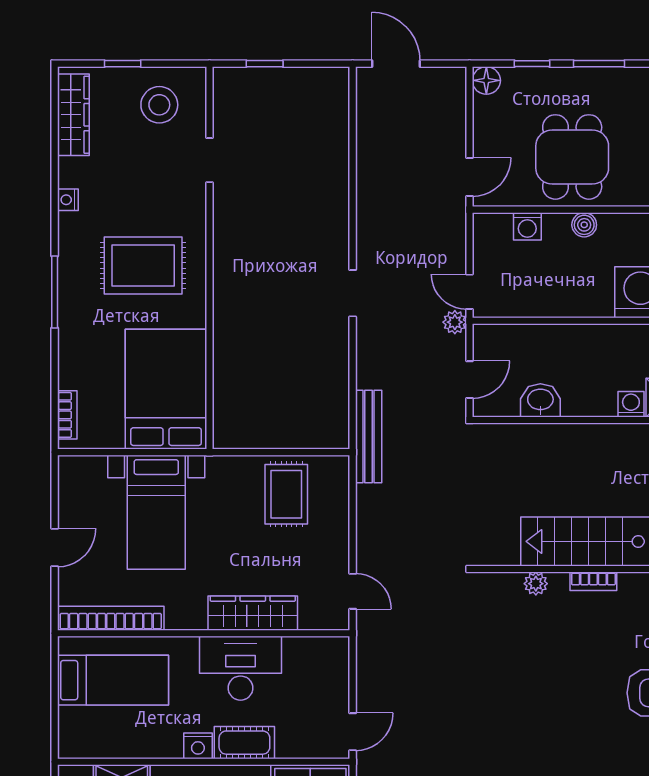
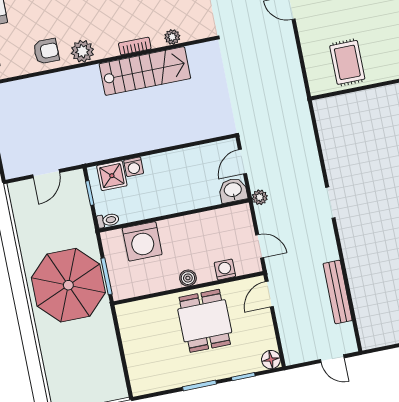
door: (396, 64) -> (332, 359), width x0.73
door: (469, 292) -> (260, 246), moved
washbasin: (540, 400) -> (233, 190), moved, turned 180
bench: (369, 437) -> (338, 292), moved

